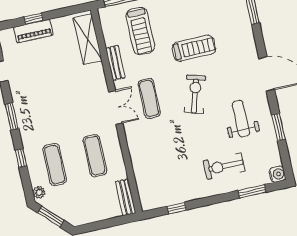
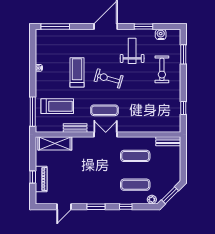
weight bench: (241, 119) -> (132, 51), turned 90
water cooler: (277, 174) -> (161, 34), moved

